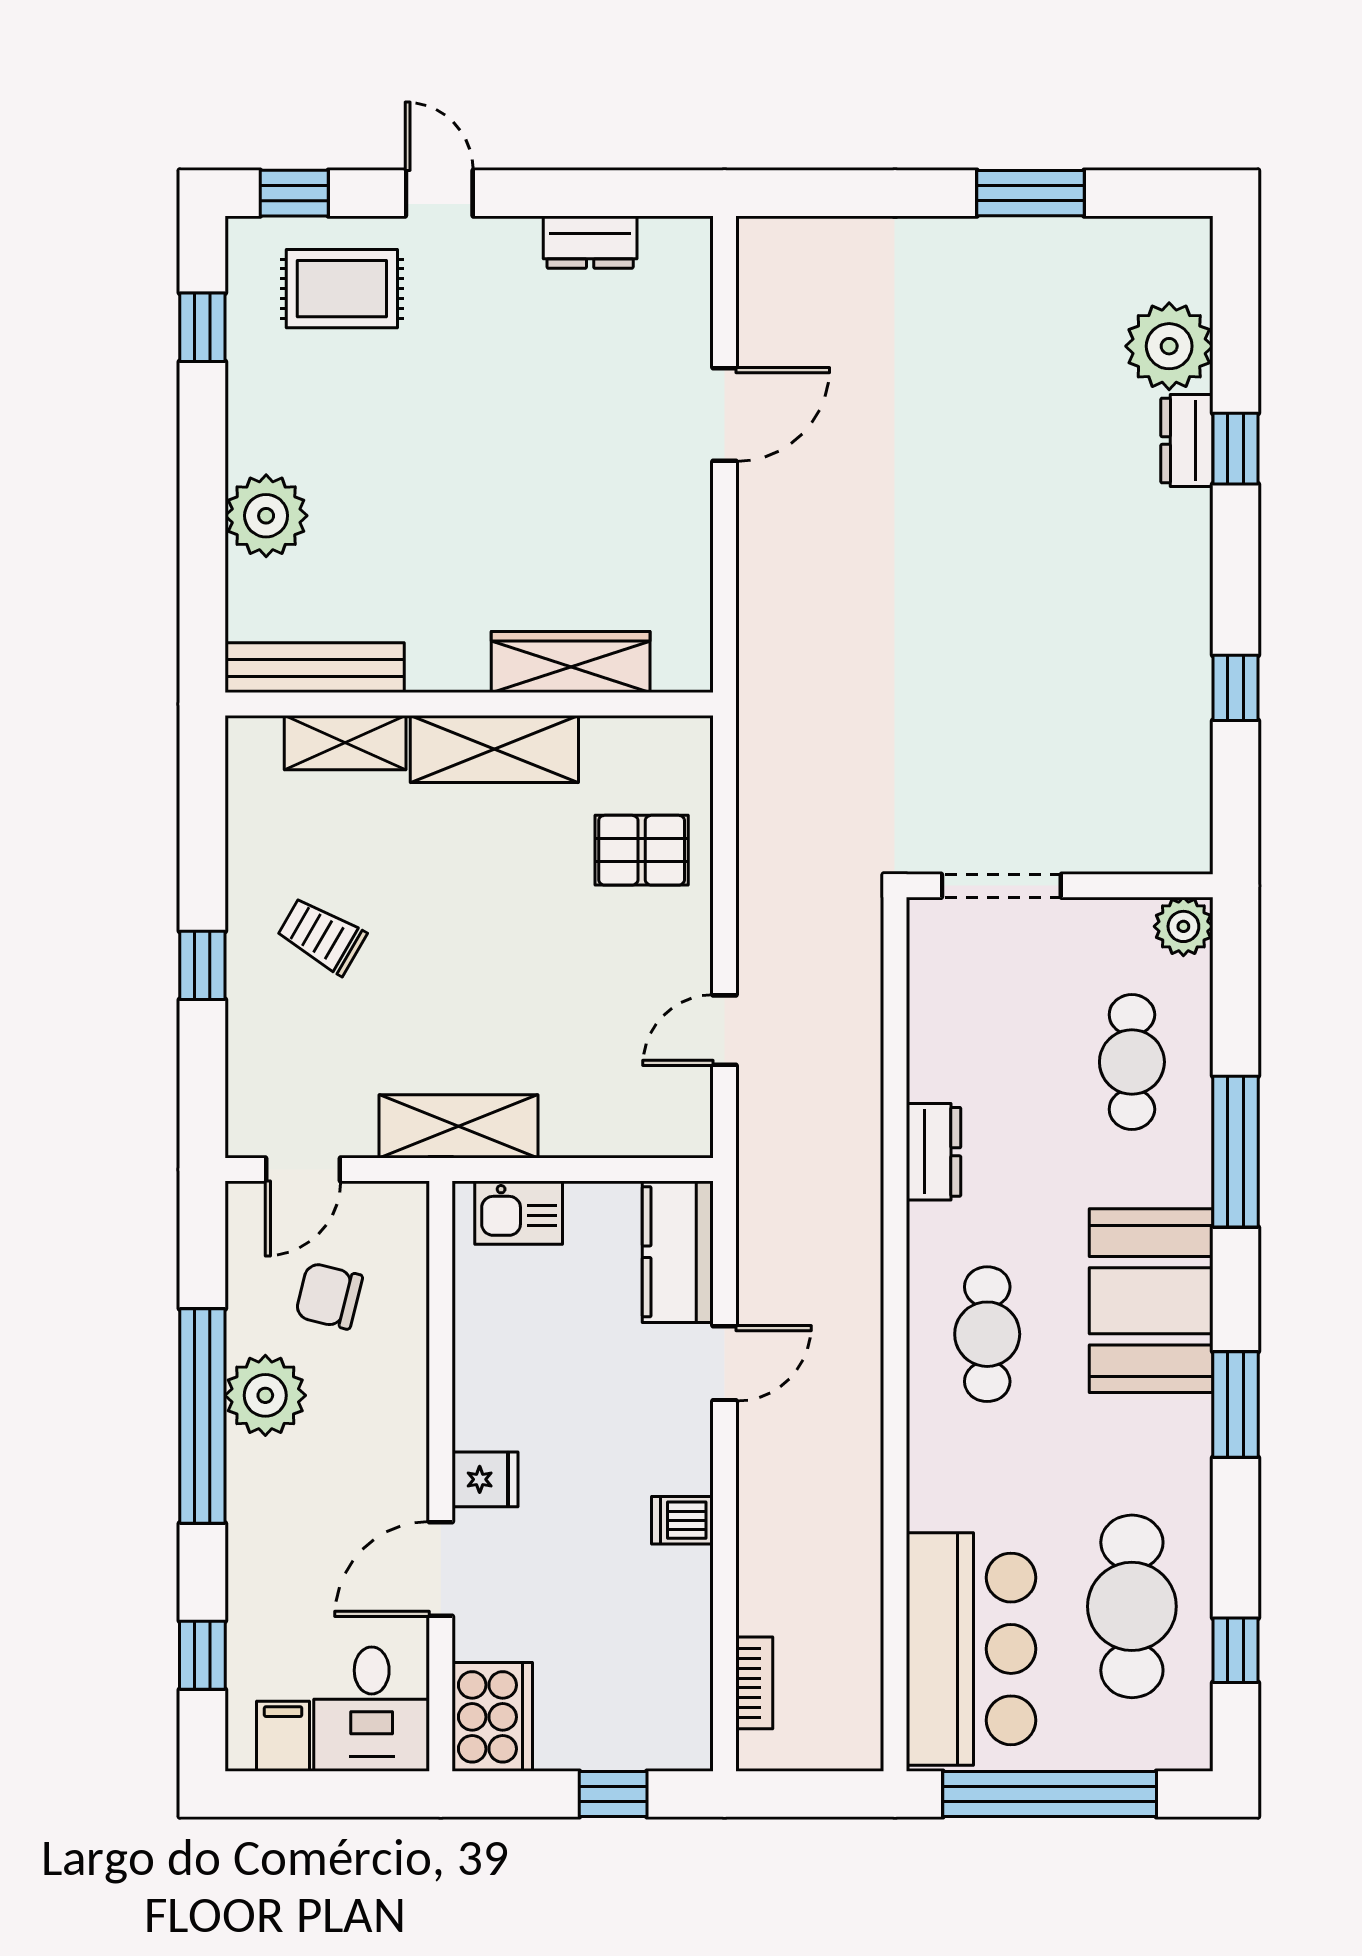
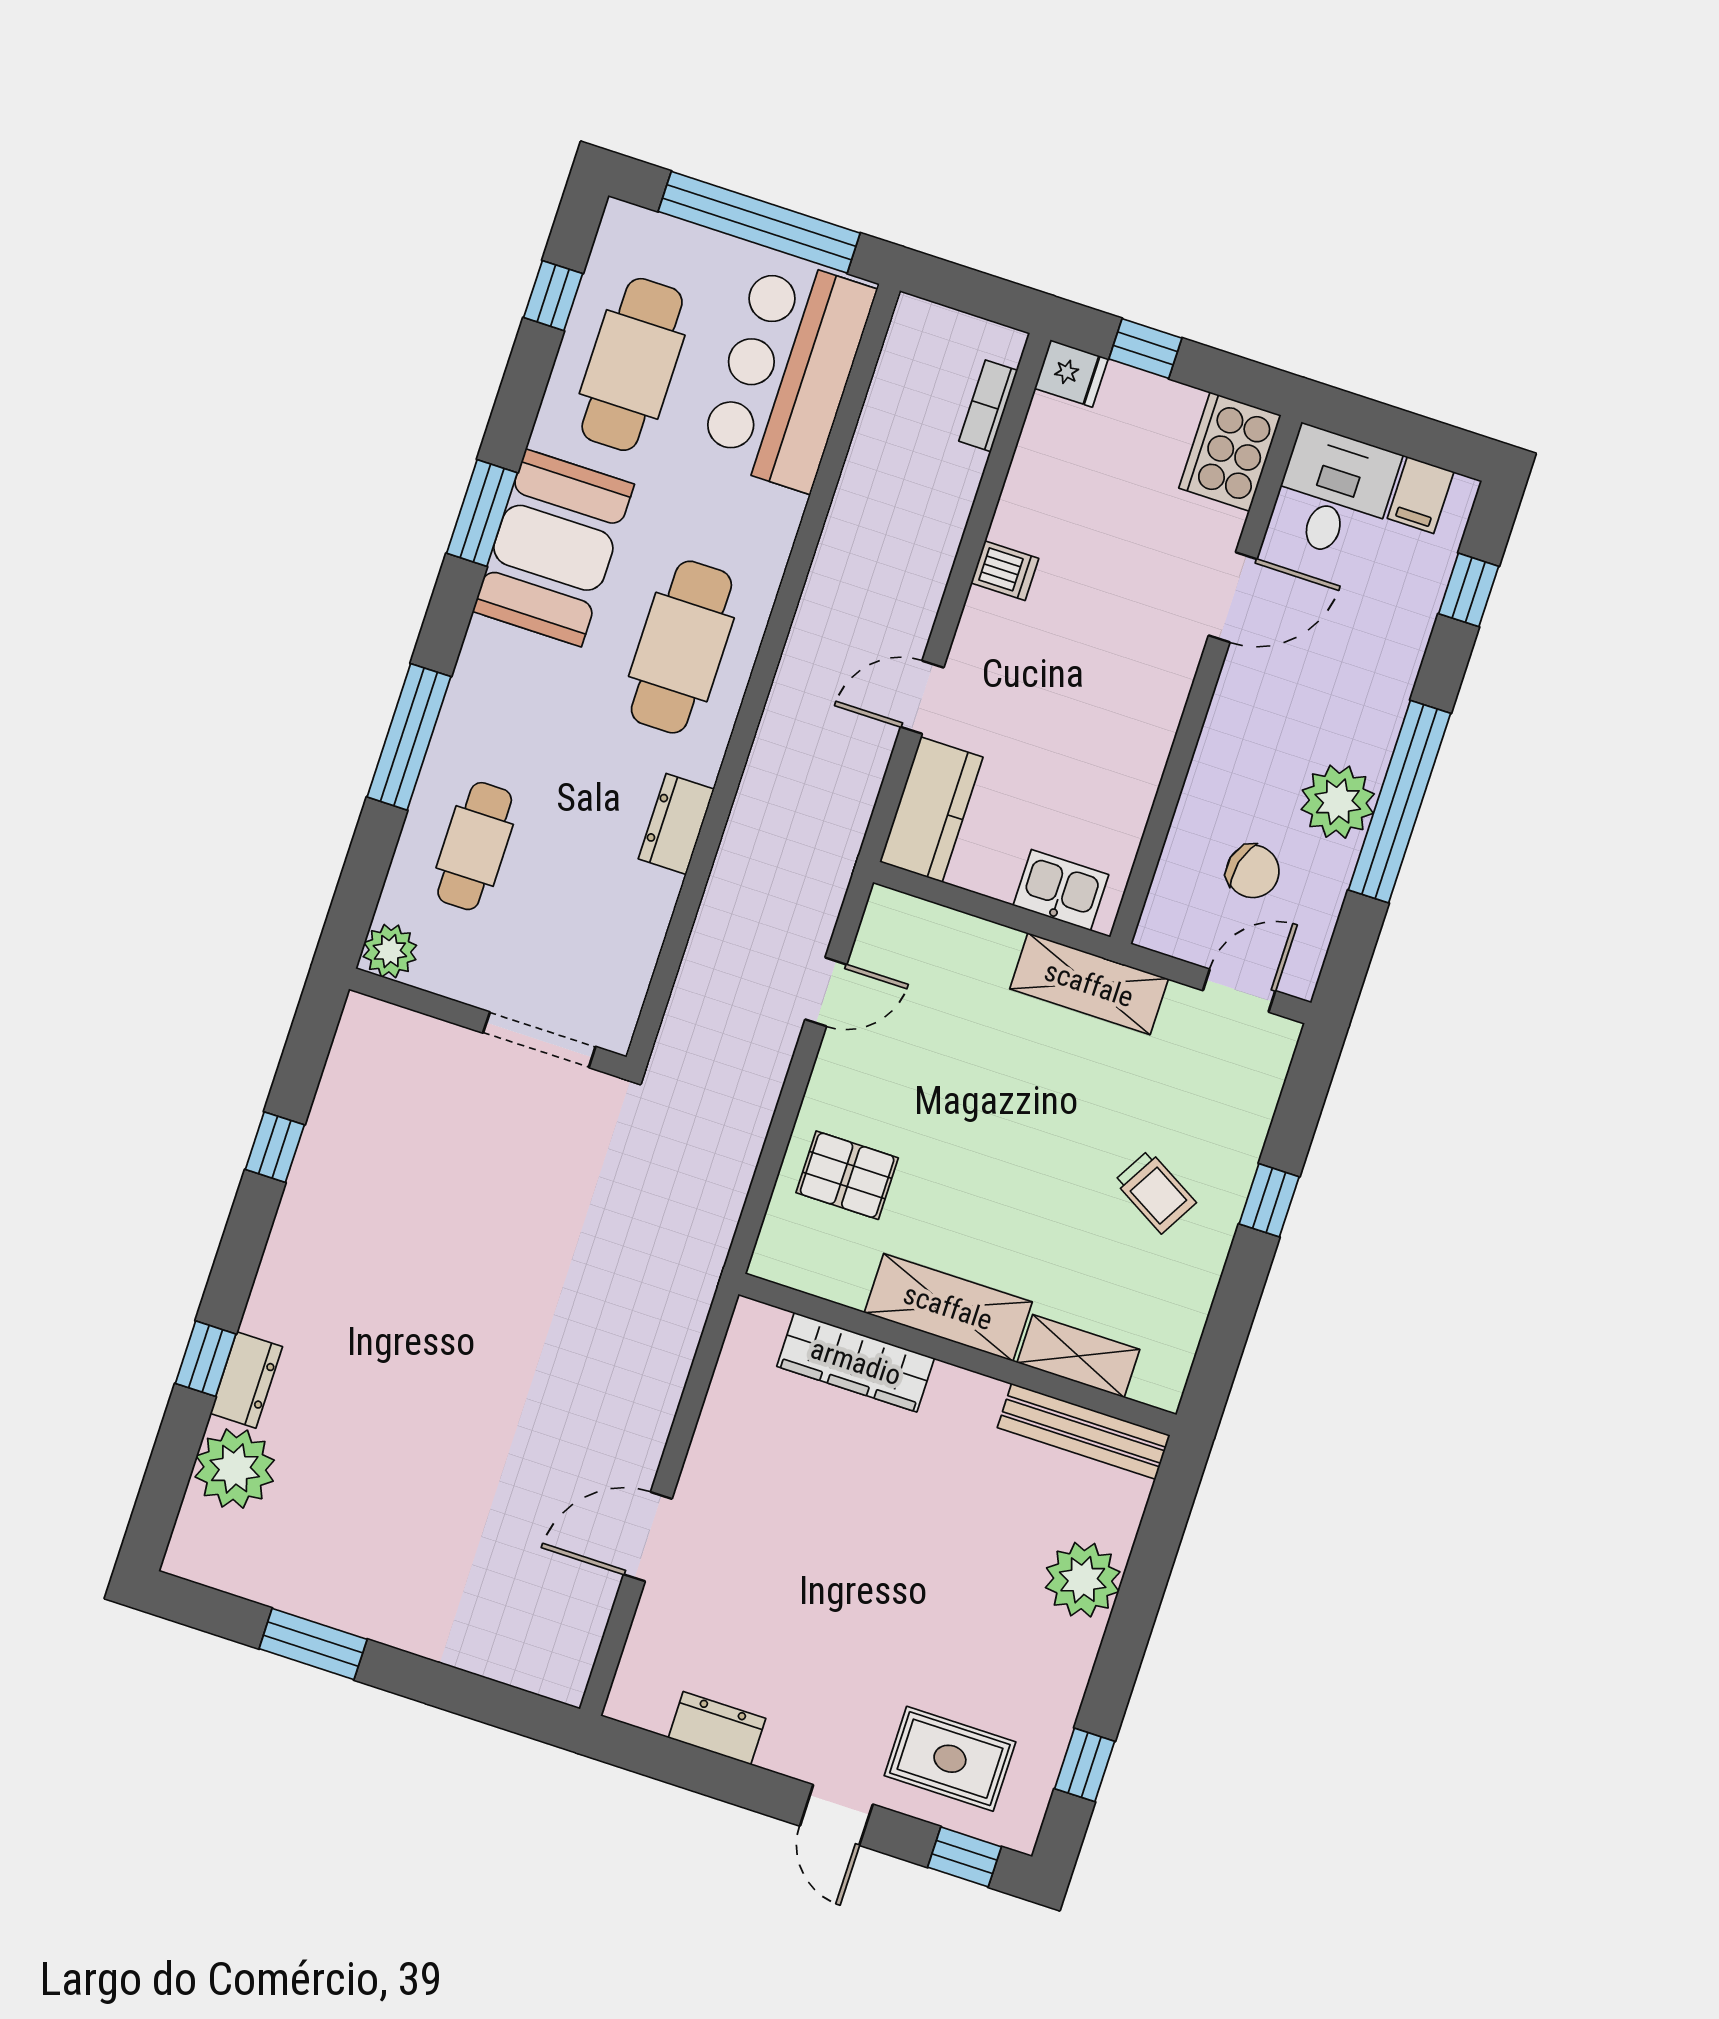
booth: (1151, 1301) -> (553, 548), moved
cafe table: (987, 1334) -> (681, 647), width x1.37, depth x1.35
fridge: (485, 1479) -> (1071, 373), moved, turned 180

